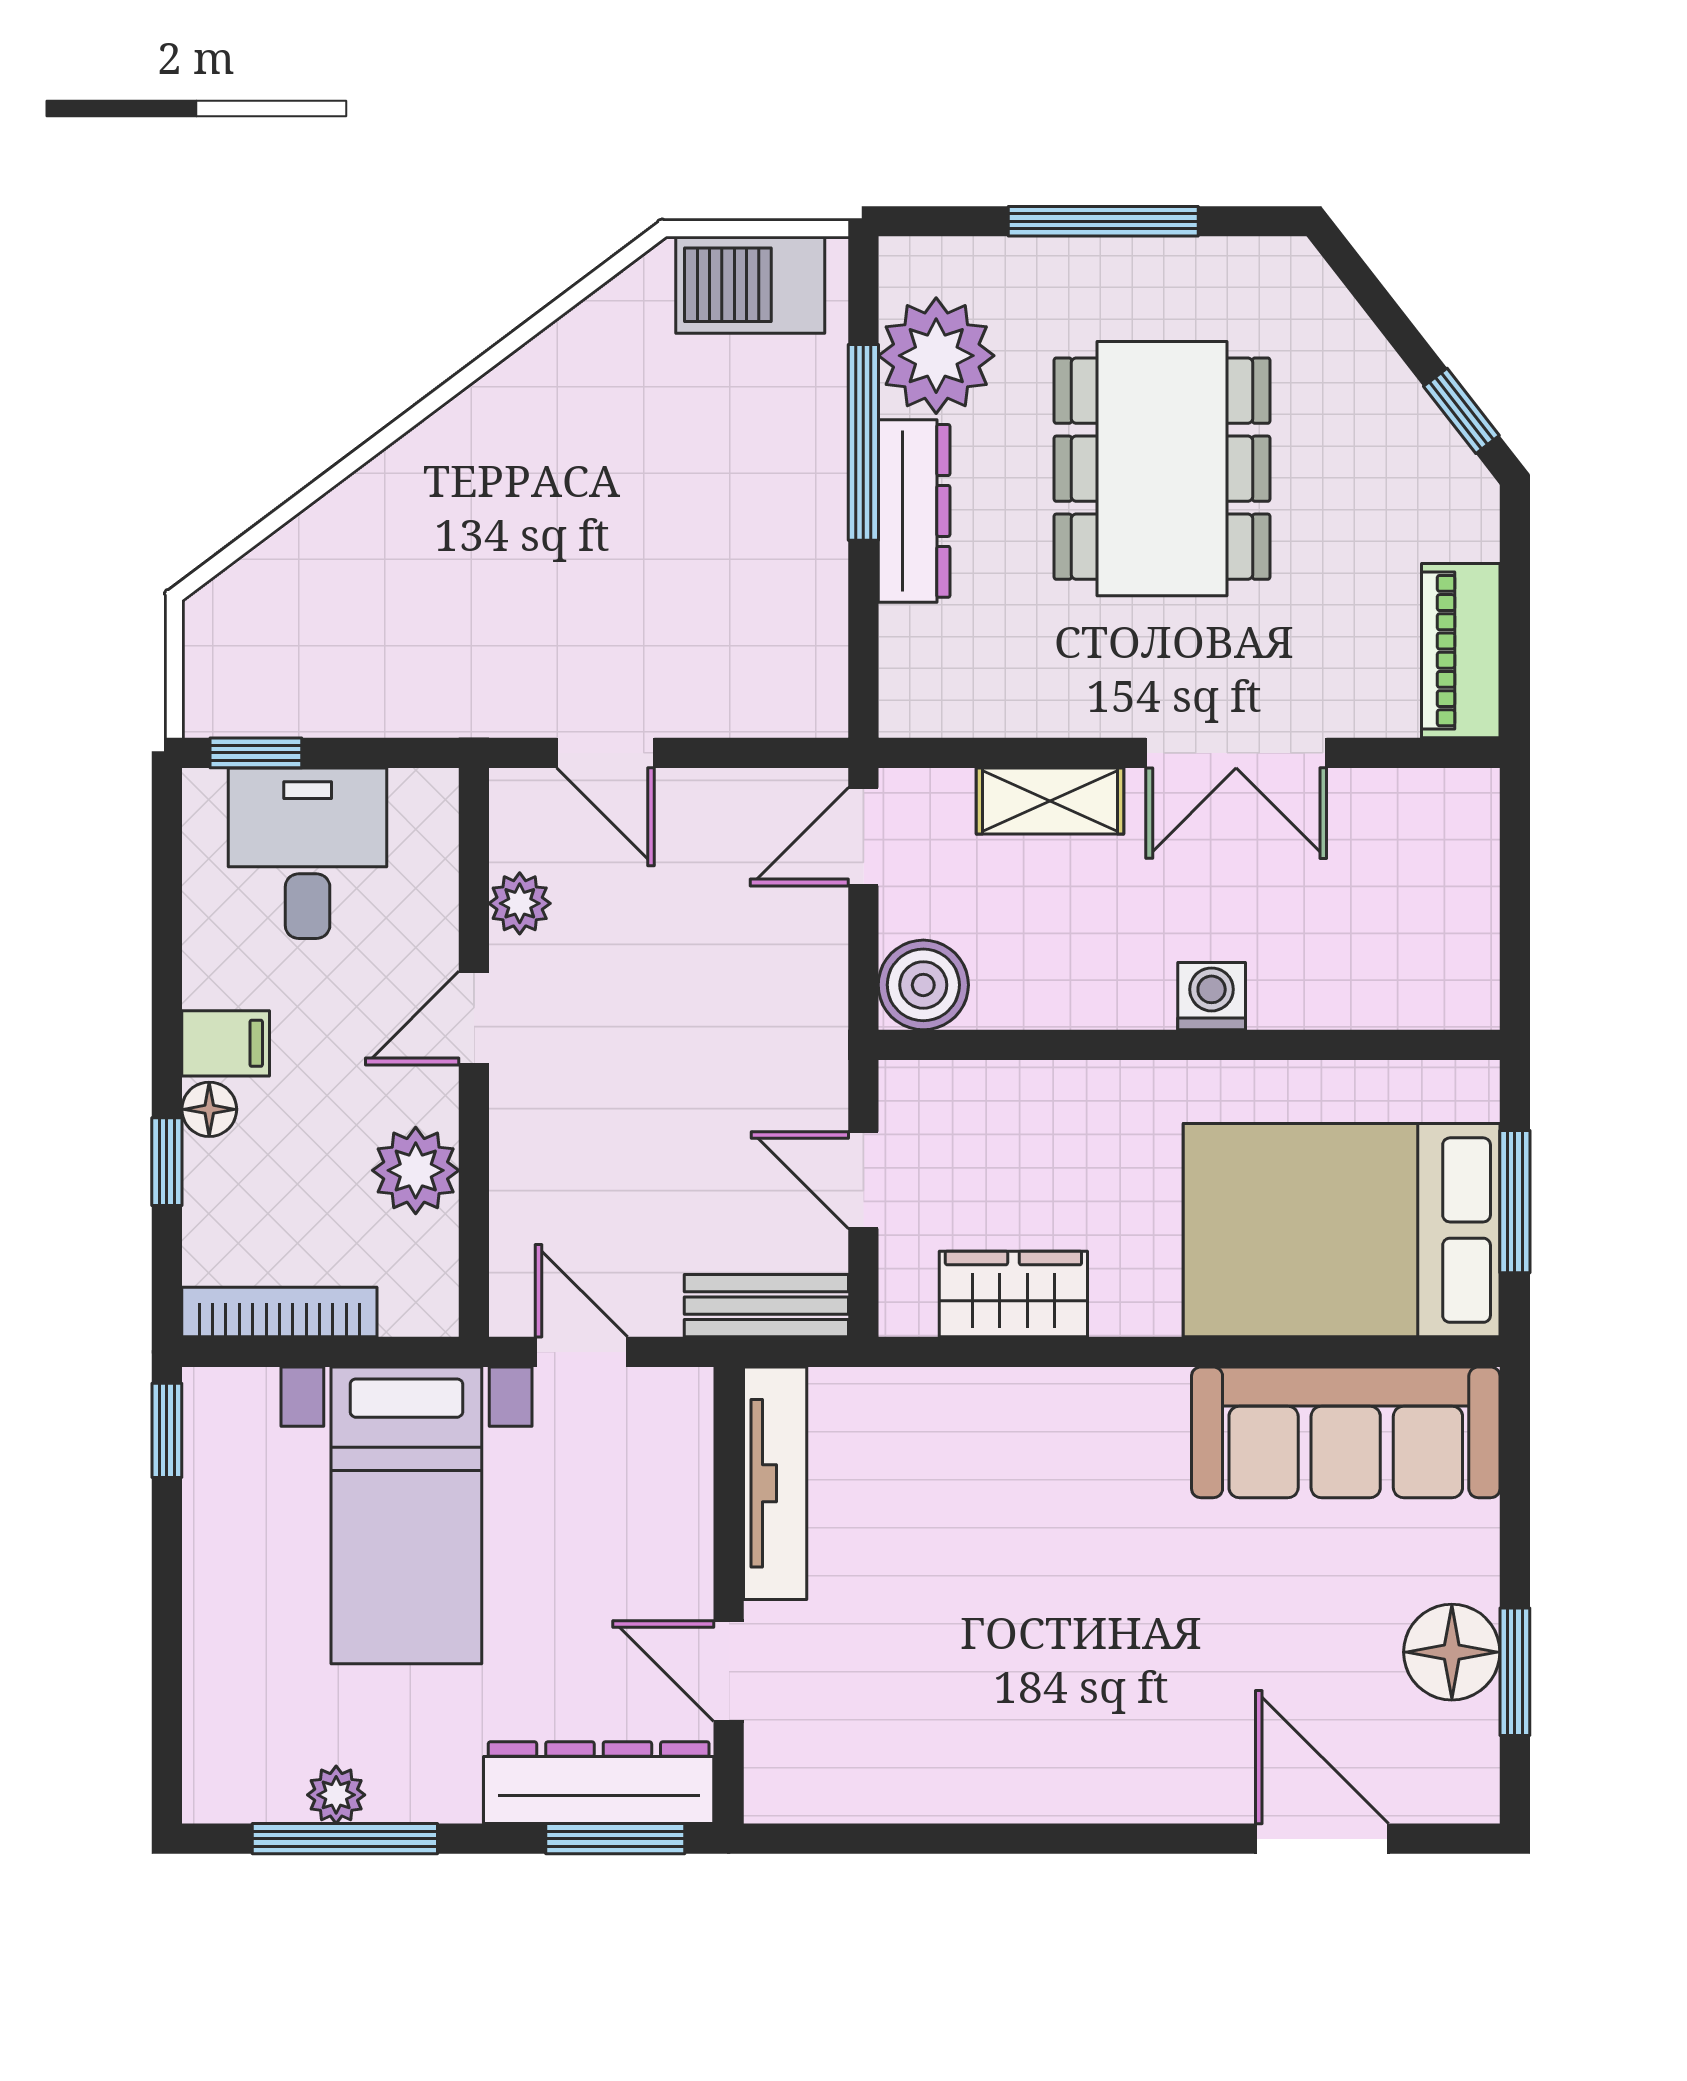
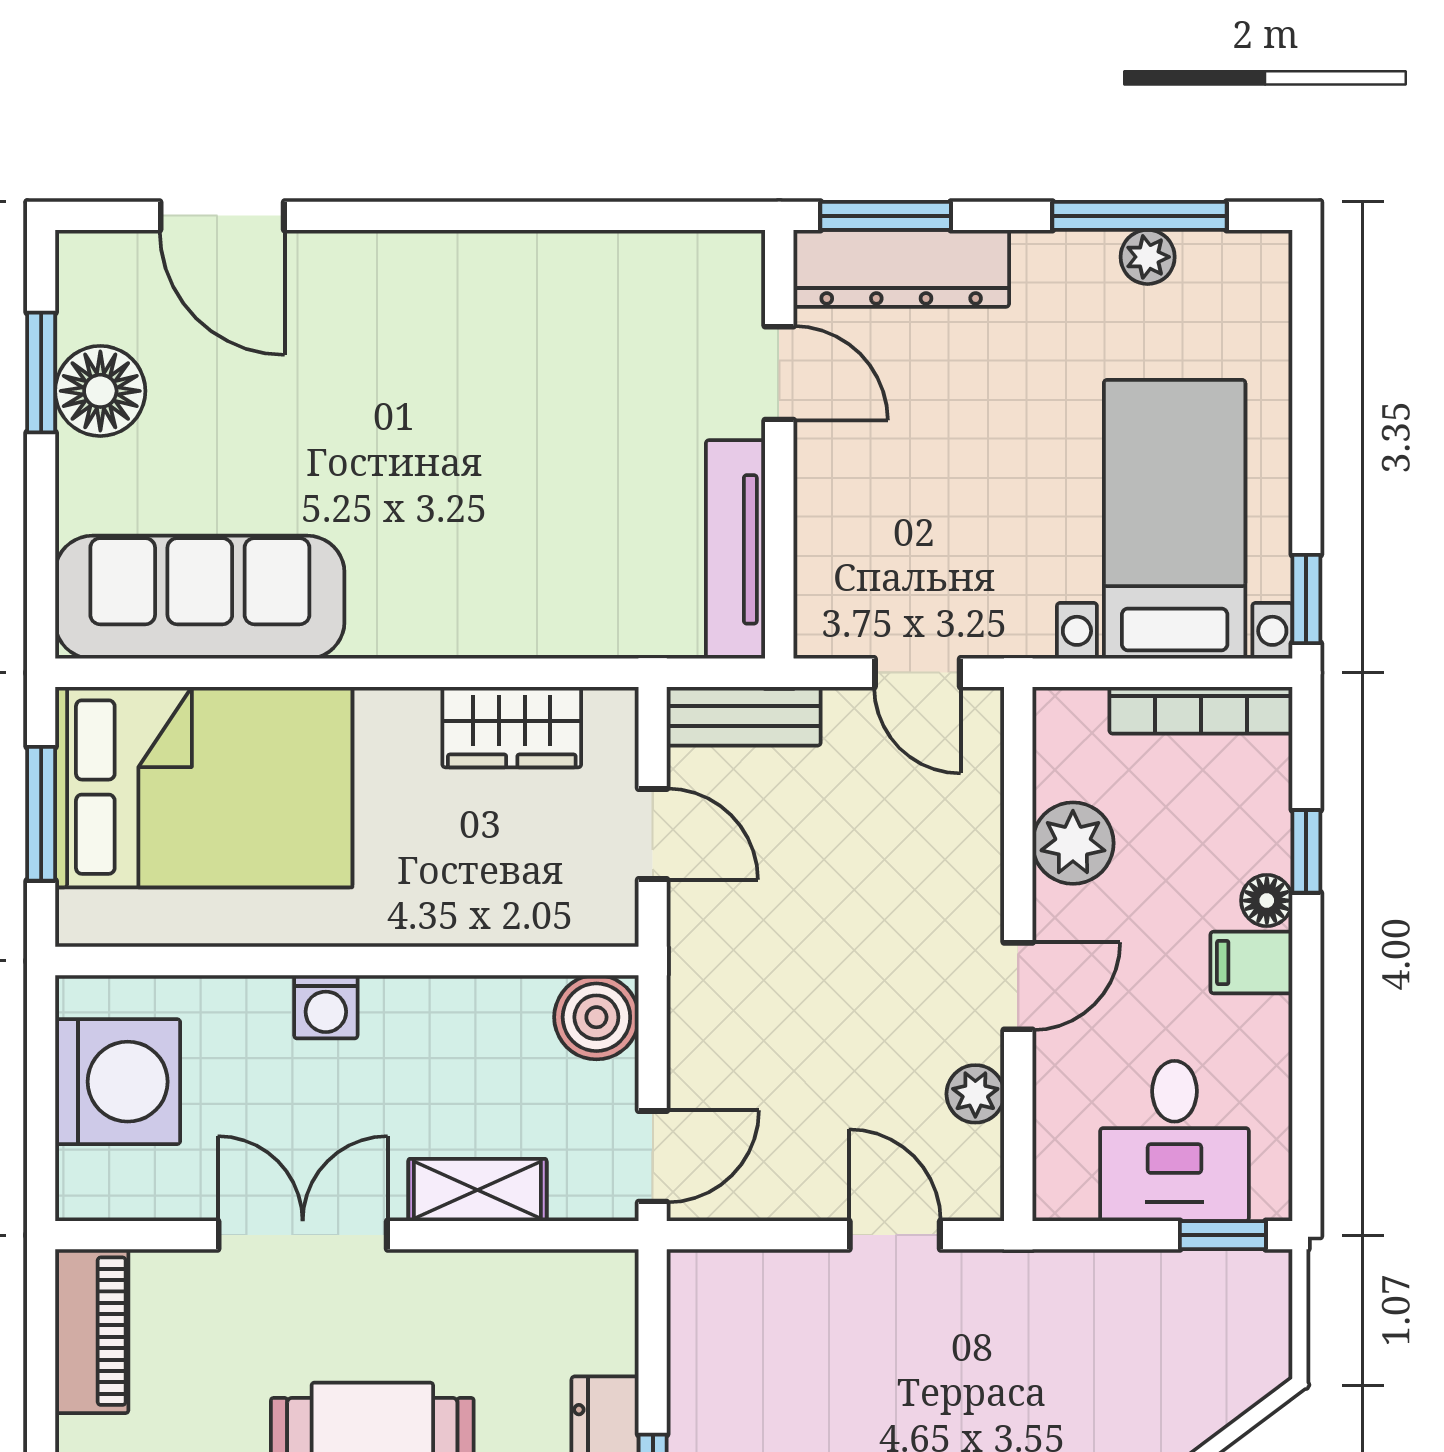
washing machine: (1433, 916) -> (118, 1082), added
bed with nightstands: (406, 1515) -> (1175, 519), moved

